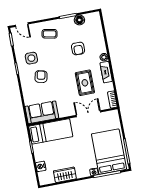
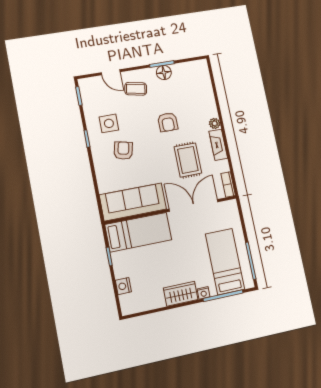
floor lamp: (79, 20) -> (164, 73), moved
door: (22, 25) -> (111, 72), moved
armchair: (78, 49) -> (168, 122), moved
sofa: (42, 112) -> (133, 202), width x1.36
double door: (88, 114) -> (194, 205), width x1.37
bed: (109, 152) -> (225, 262), width x0.67
wardrobe: (65, 175) -> (181, 294), moved

